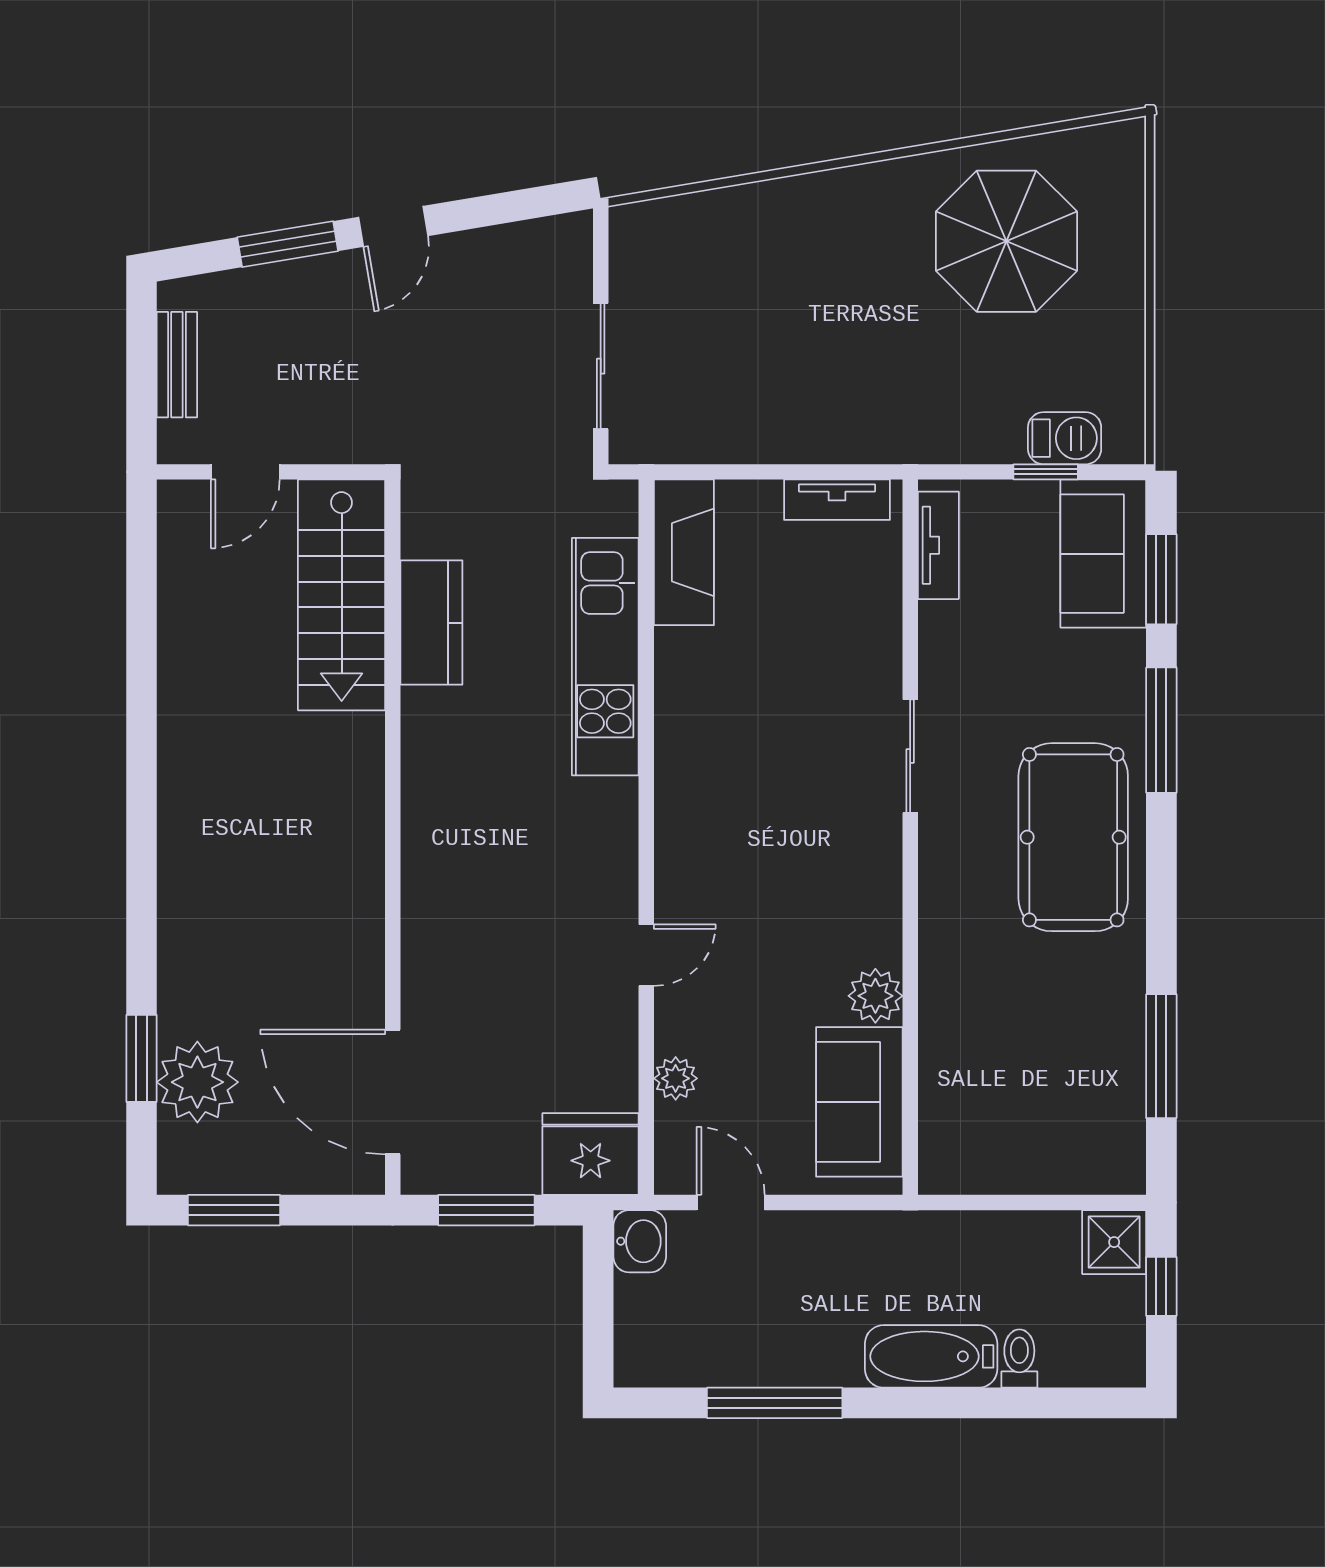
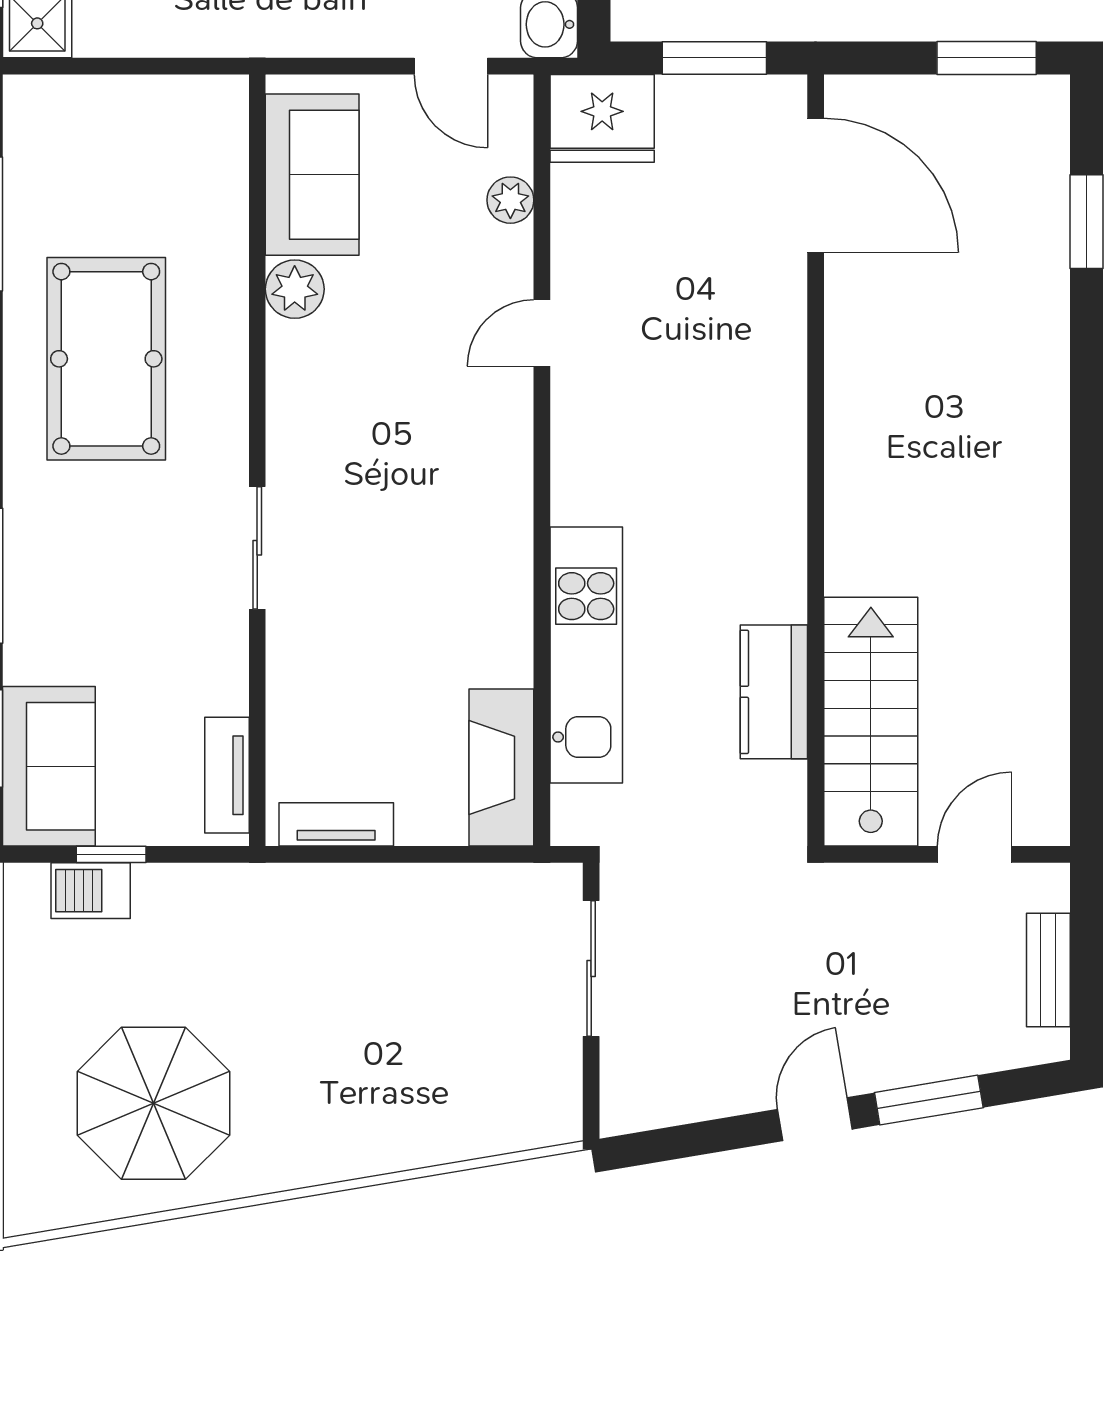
pool table: (1073, 837) -> (106, 359), moved
plant: (197, 1082) -> (1026, 196), removed

